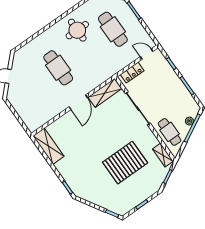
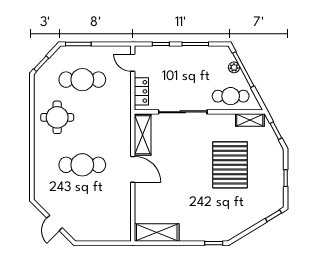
door: (147, 54) -> (133, 63), hinge flipped

